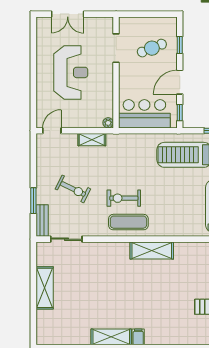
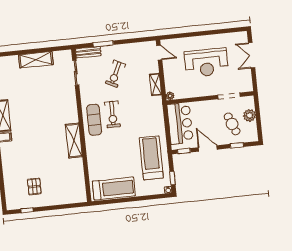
plant: (143, 25) -> (250, 115), added
exercise bike: (124, 198) -> (112, 114), turned 180

